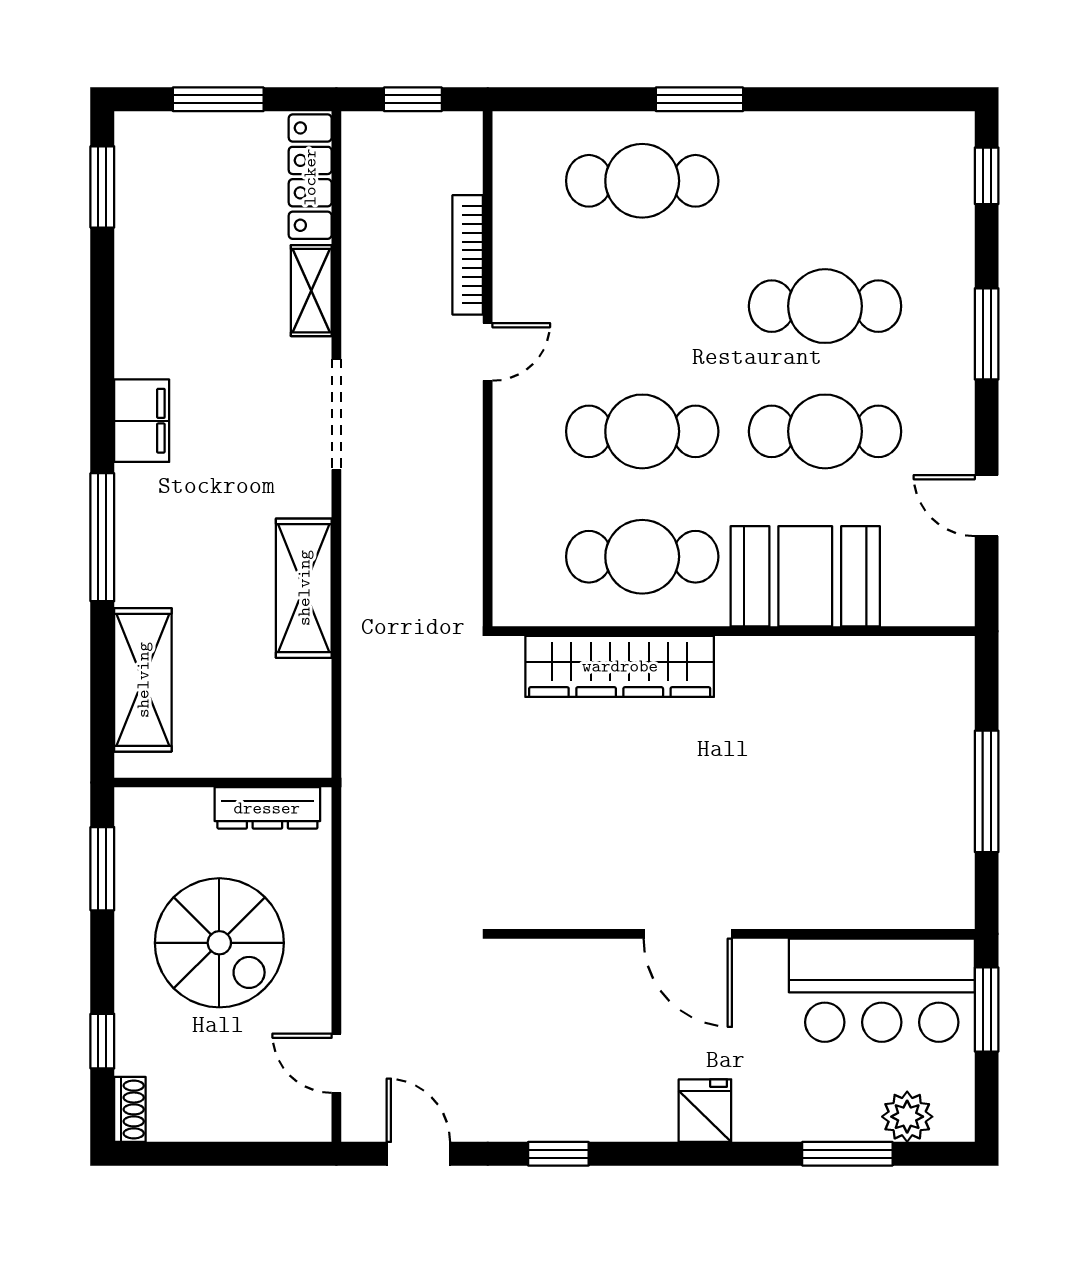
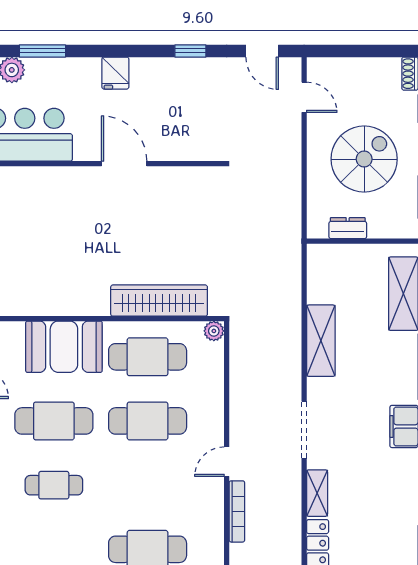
cafe table: (825, 306) -> (54, 485), width x0.73, depth x0.74
plant: (513, 607) -> (214, 331), added
dresser: (267, 808) -> (348, 228), width x0.70
spiral stairs: (219, 943) -> (364, 159), turned 90

